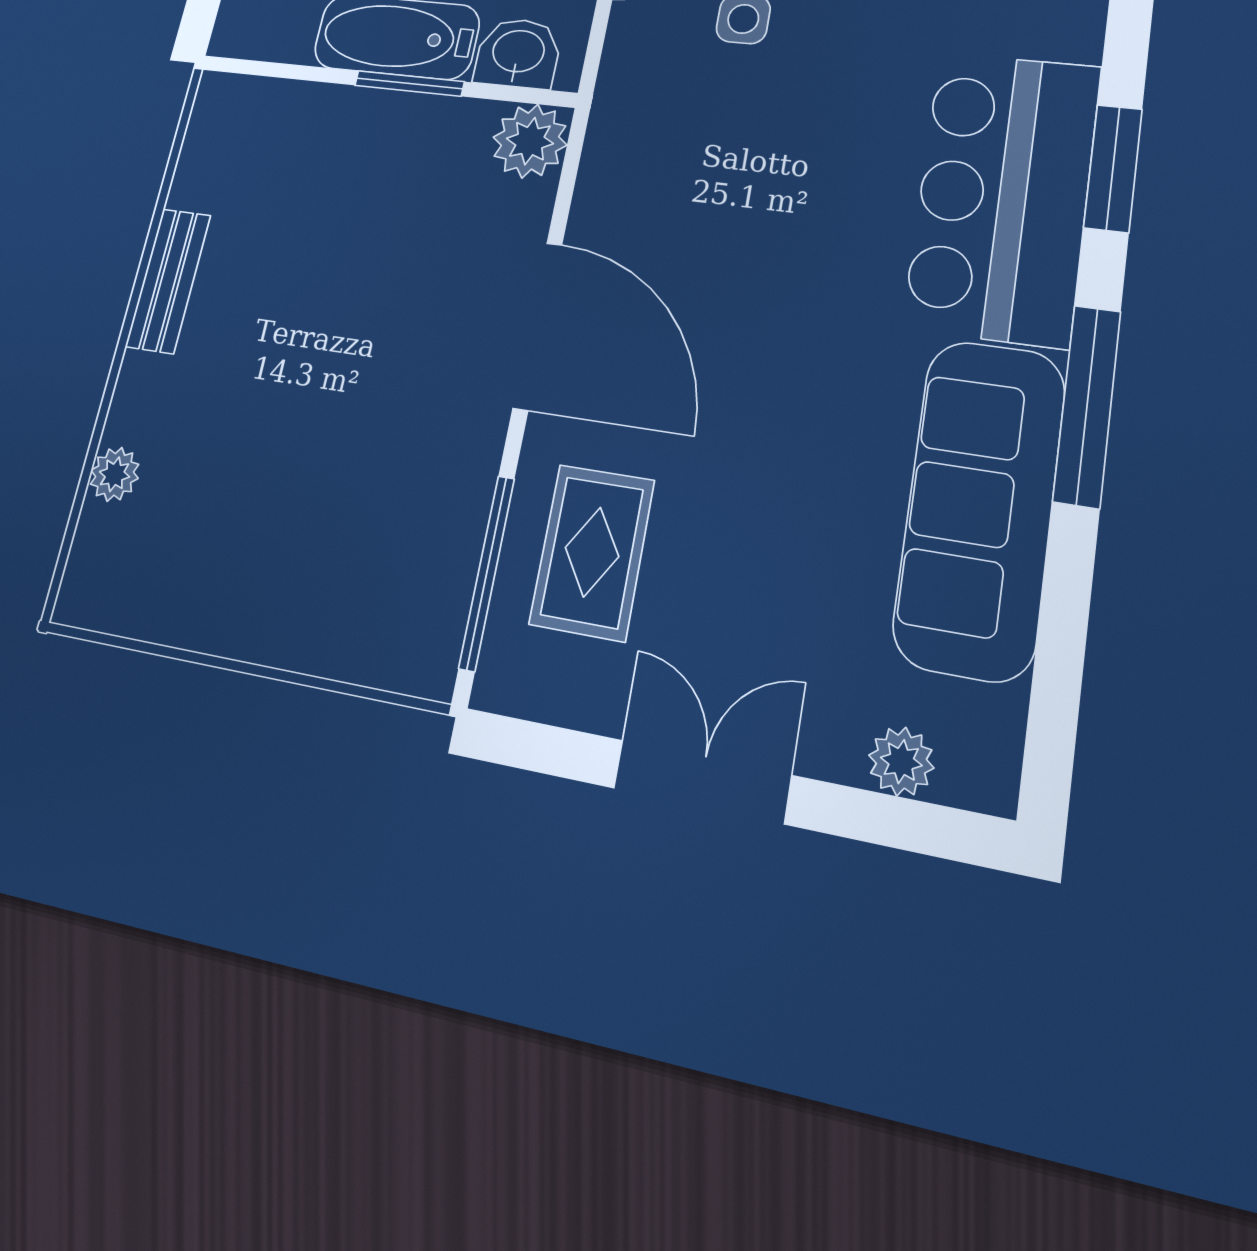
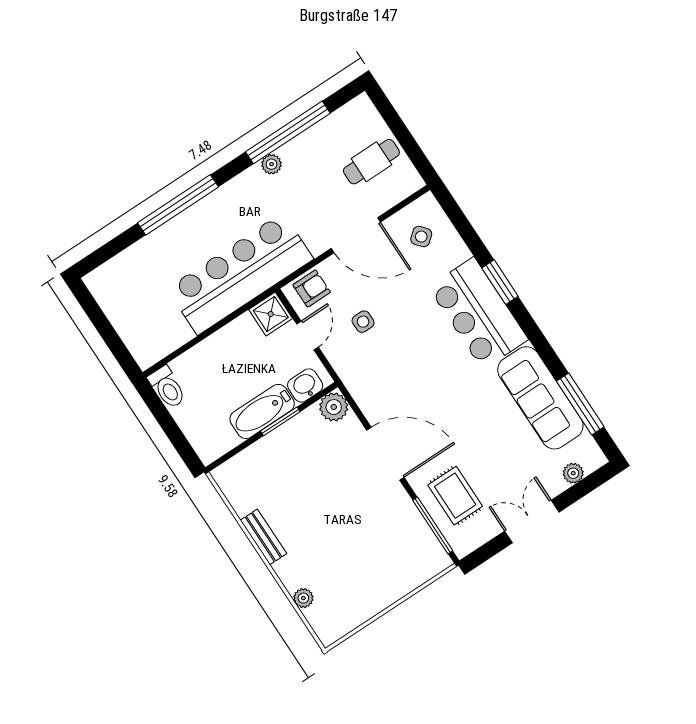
window: (1087, 406) -> (580, 404), moved

